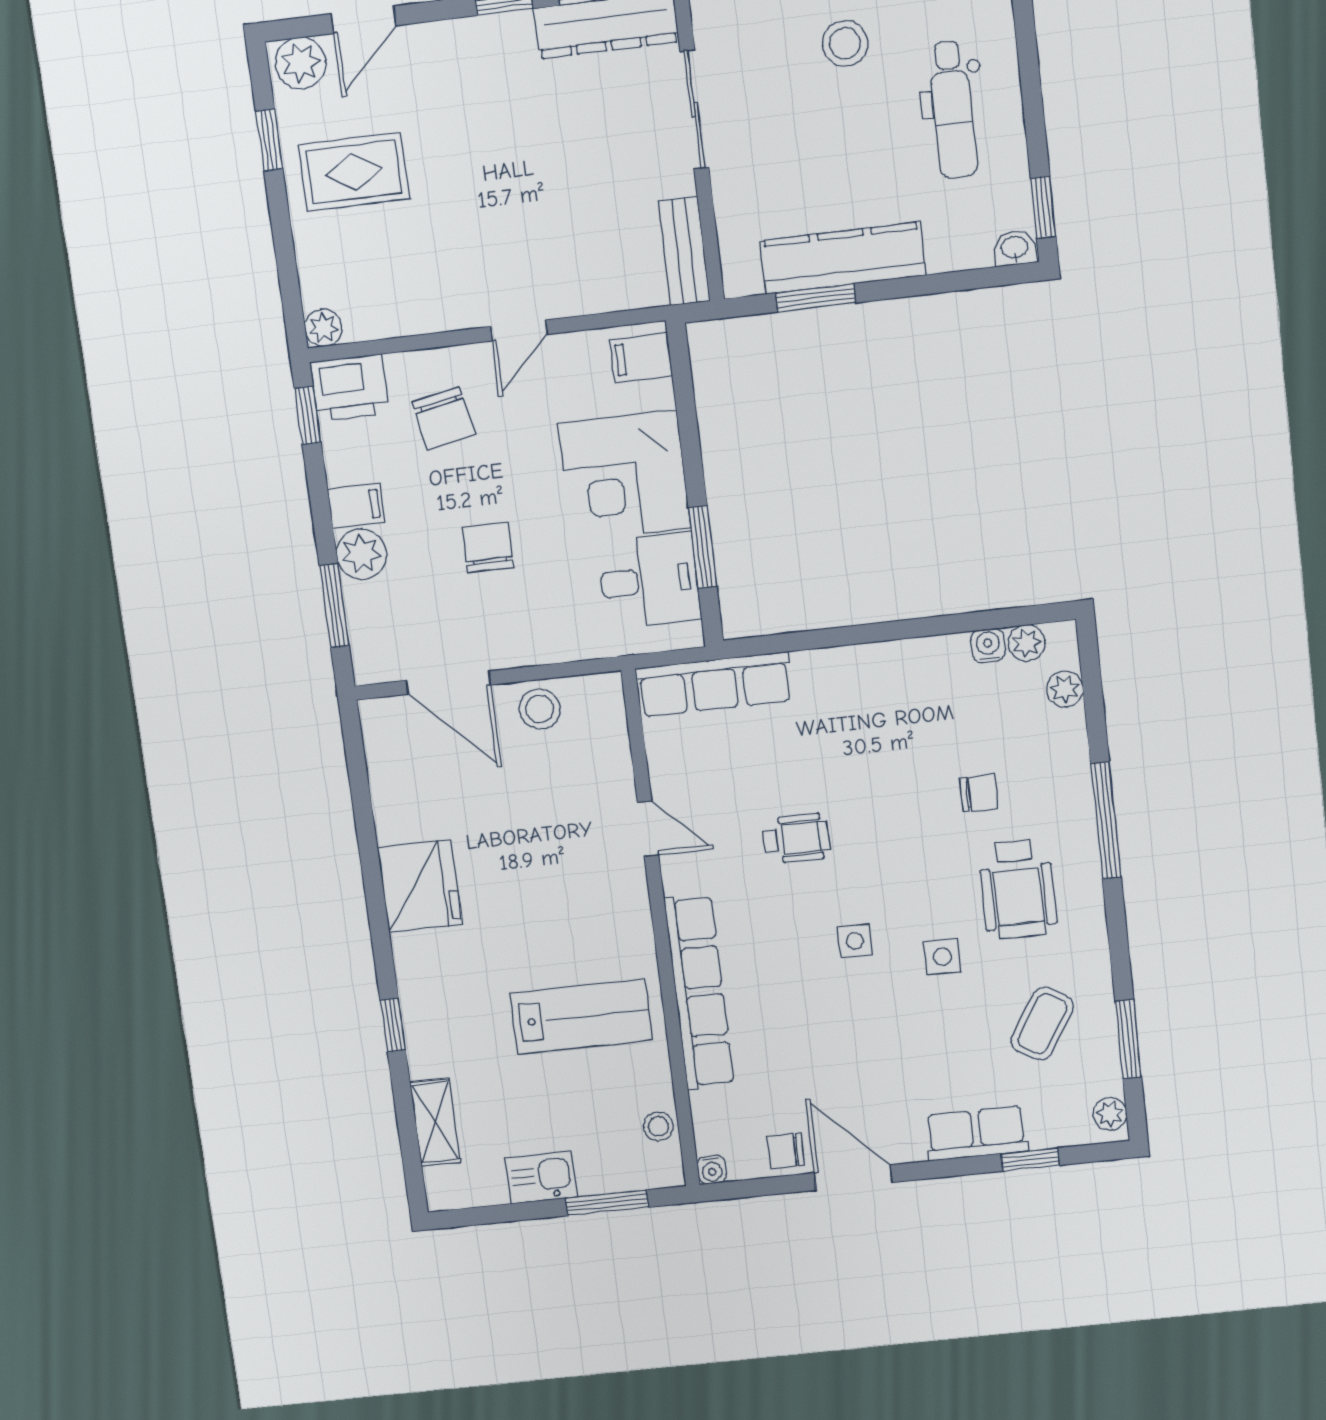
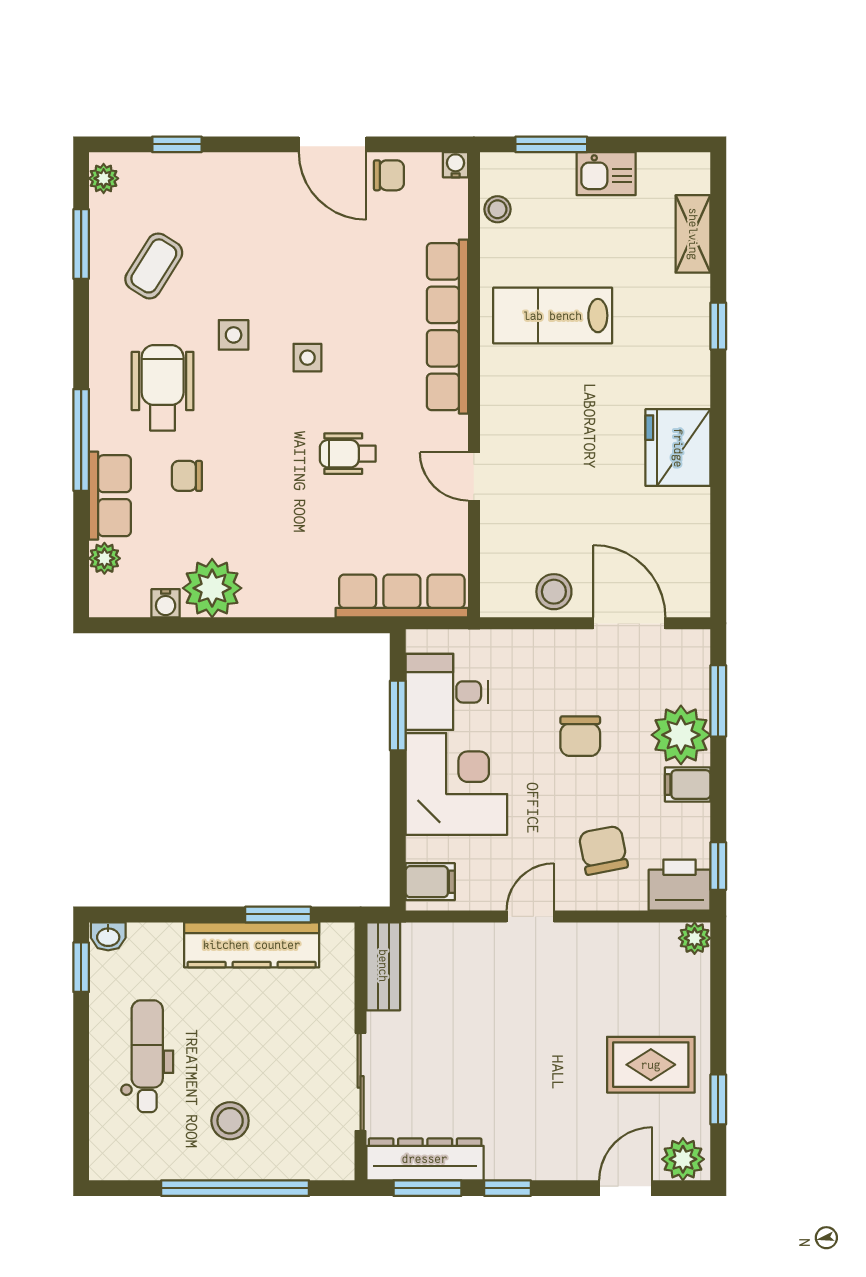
plant: (361, 554) -> (681, 735), width x1.36, depth x1.36
plant: (1027, 643) -> (212, 588), moved, width x1.88, depth x1.88
row of seats: (976, 1133) -> (110, 496), moved, turned -90

